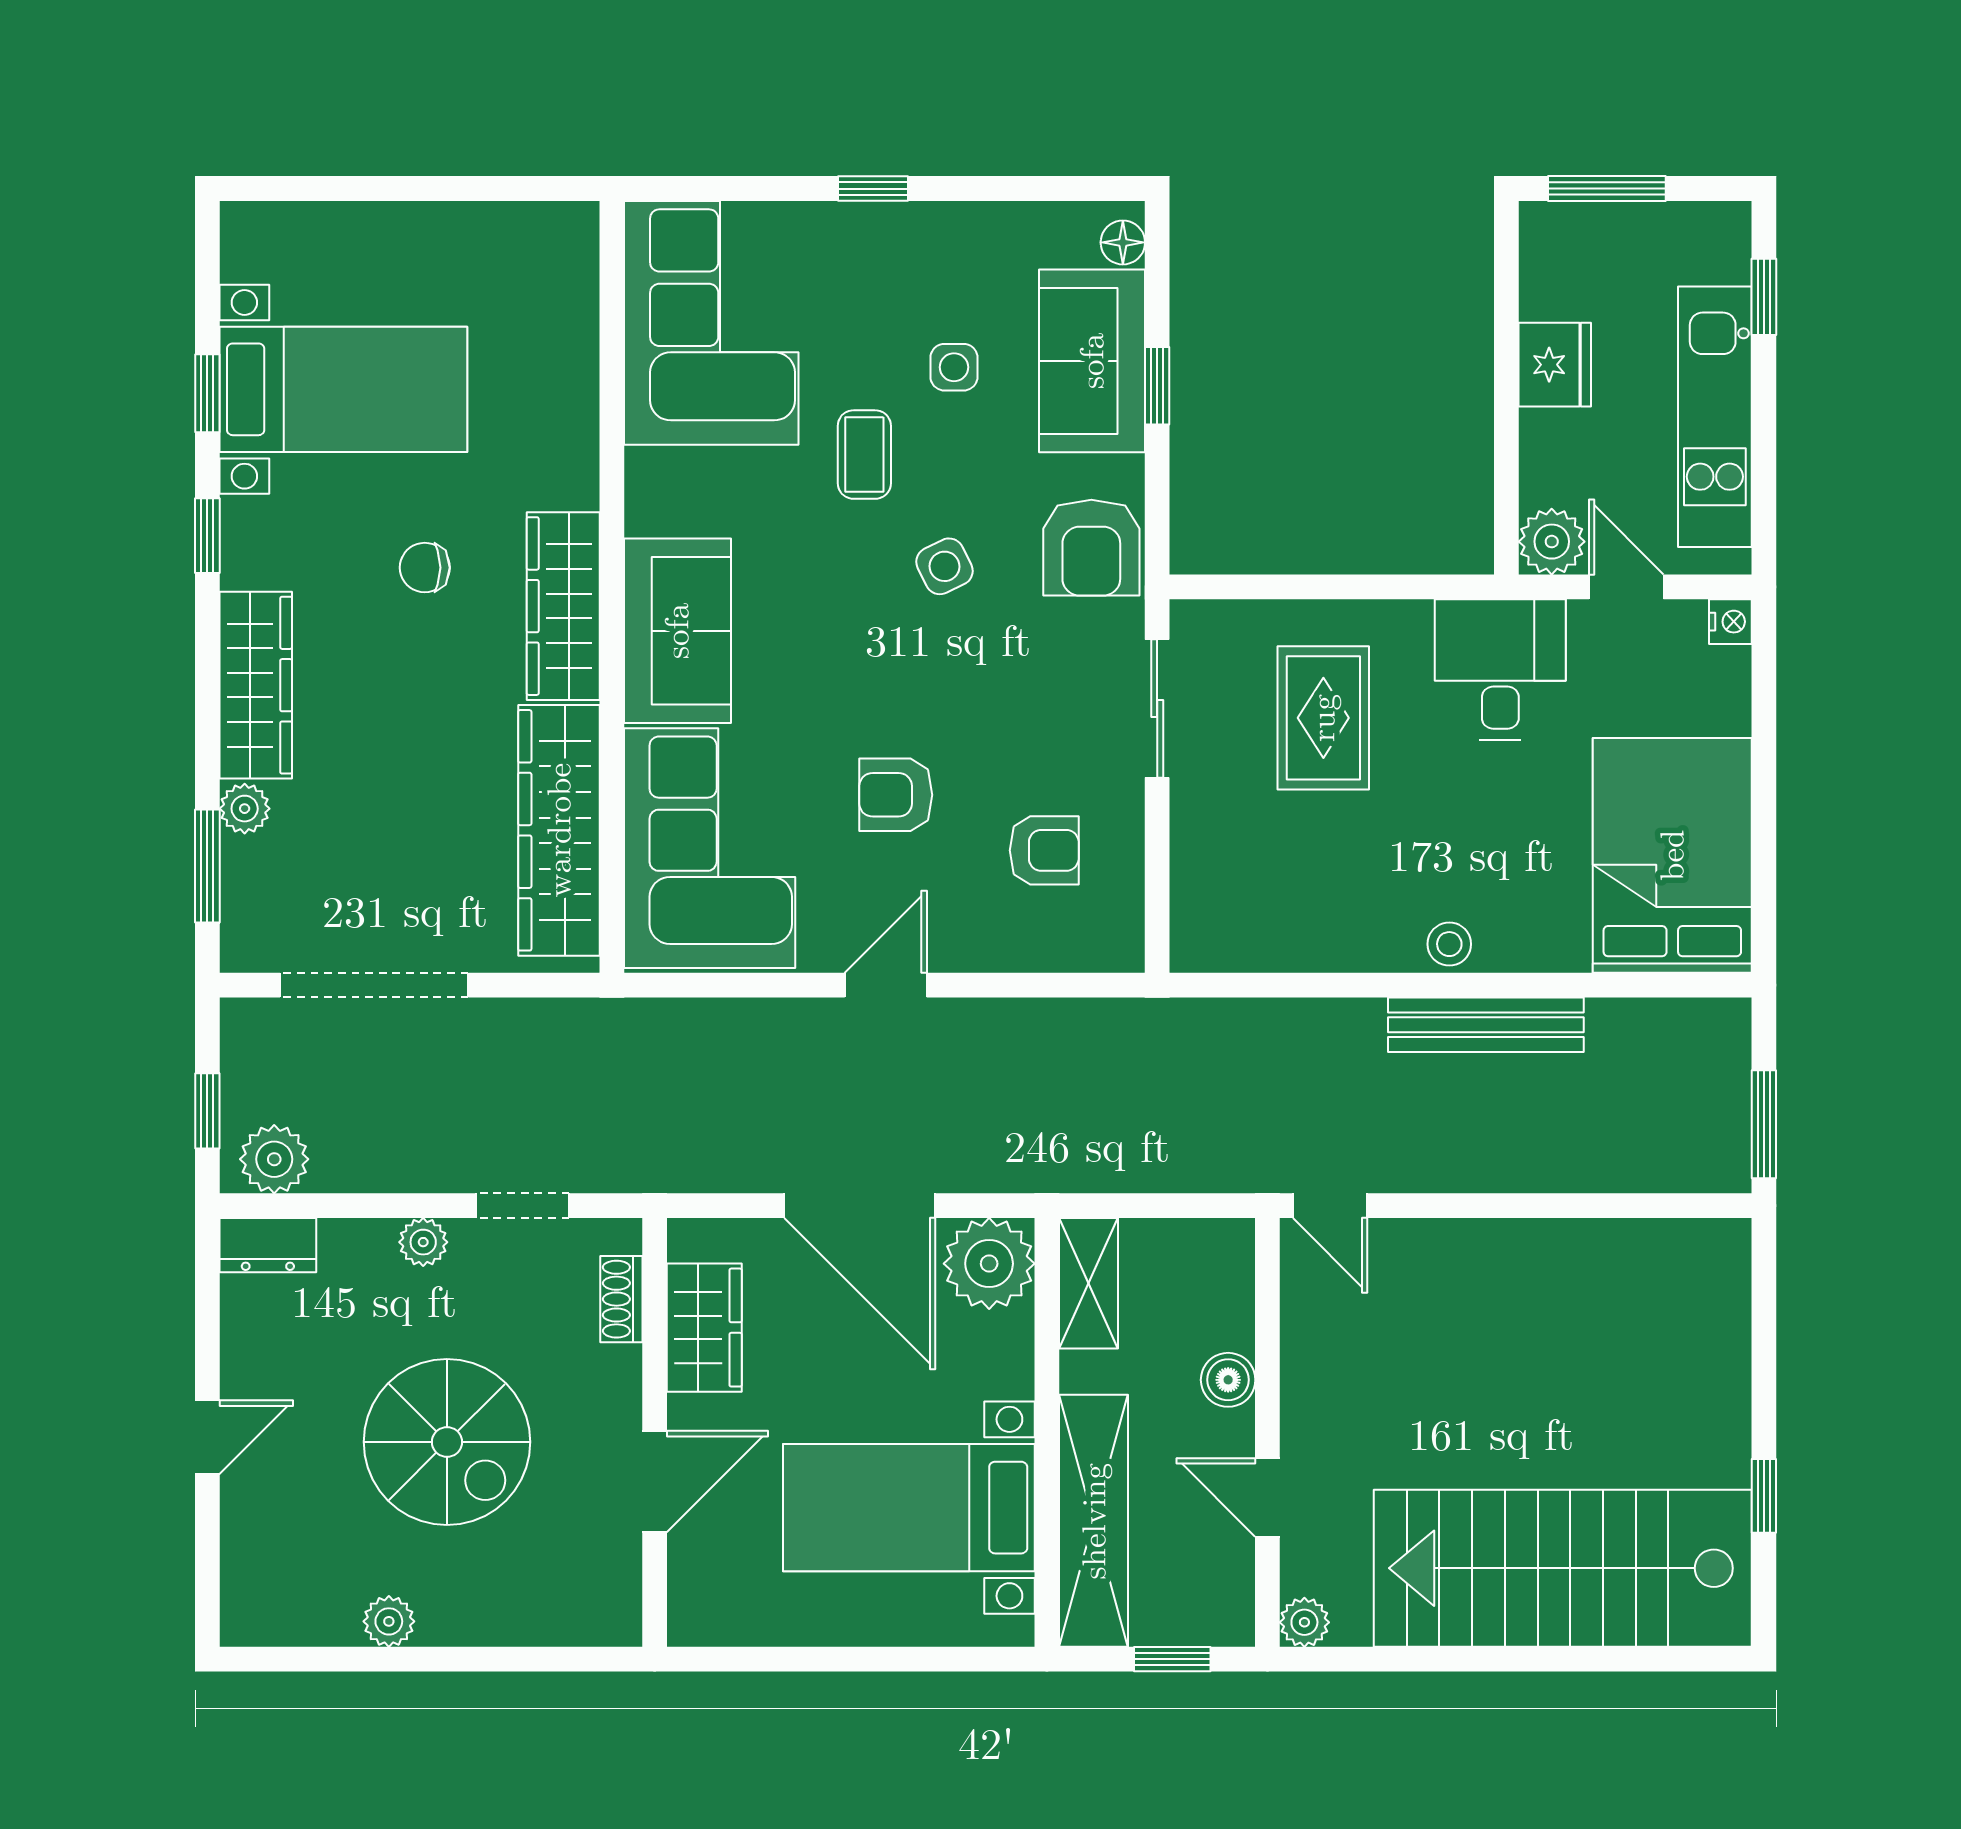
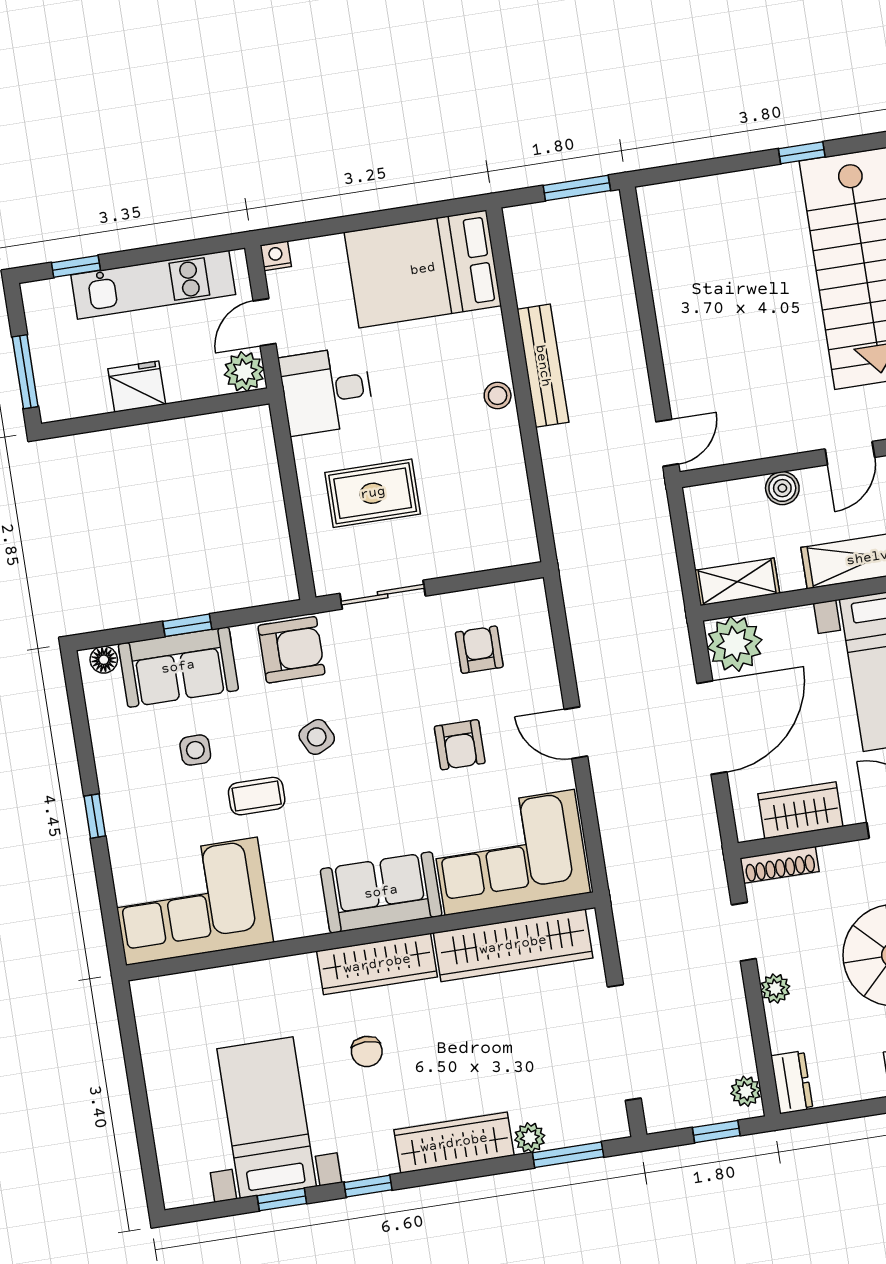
plant: (274, 1159) -> (746, 1091), width x0.73, depth x0.73
shoe rack: (621, 1299) -> (780, 865), width x1.43

